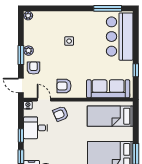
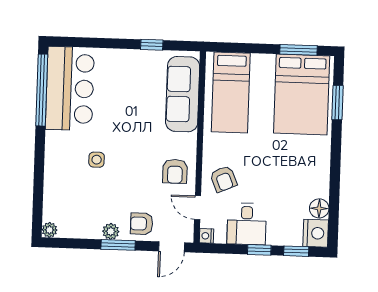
window: (108, 8) -> (42, 90), width x1.46
bar counter: (120, 37) -> (70, 88), moved, turned -90
door: (44, 100) -> (198, 208), hinge flipped

